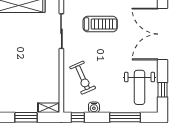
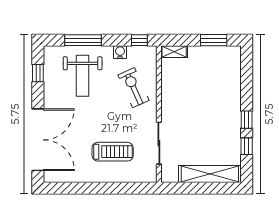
treadmill: (100, 24) -> (113, 152), turned 180
weight bench: (140, 87) -> (83, 76), moved, turned 180
window: (26, 117) -> (214, 40), moved

